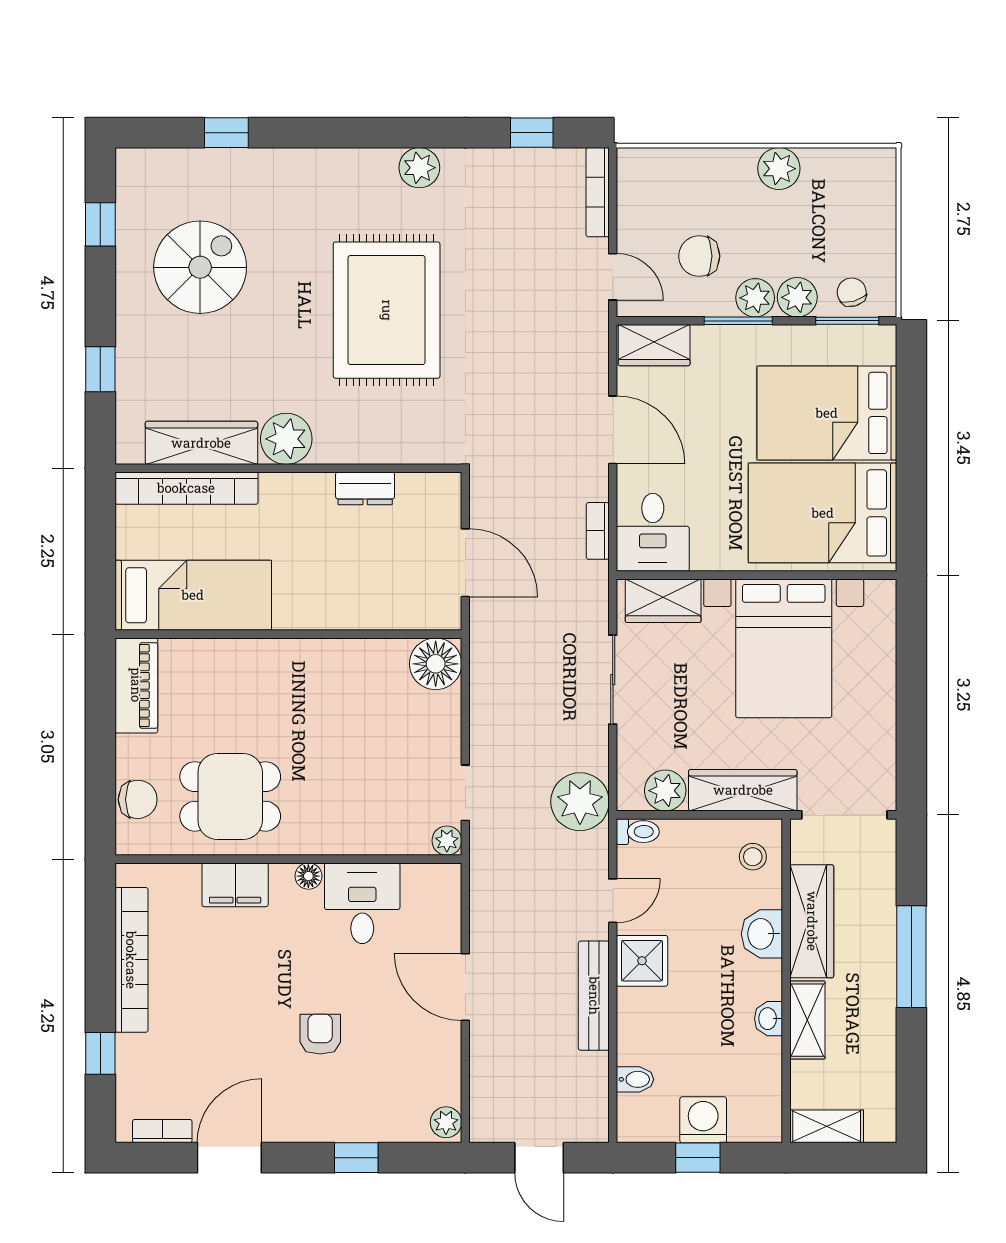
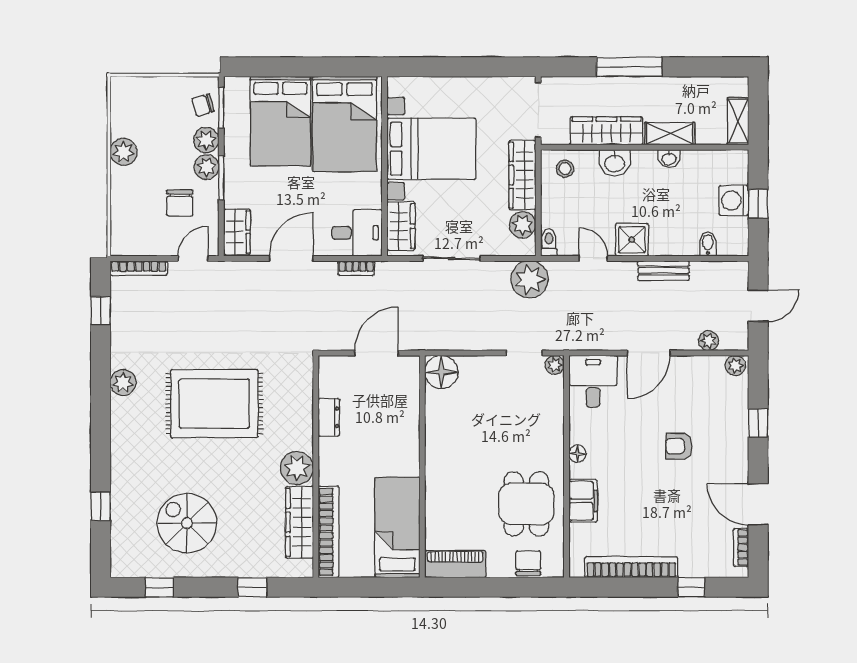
desk: (362, 903) -> (593, 381), moved, turned 90
bench: (594, 996) -> (664, 271), width x0.73
plant: (484, 1080) -> (709, 341), added

